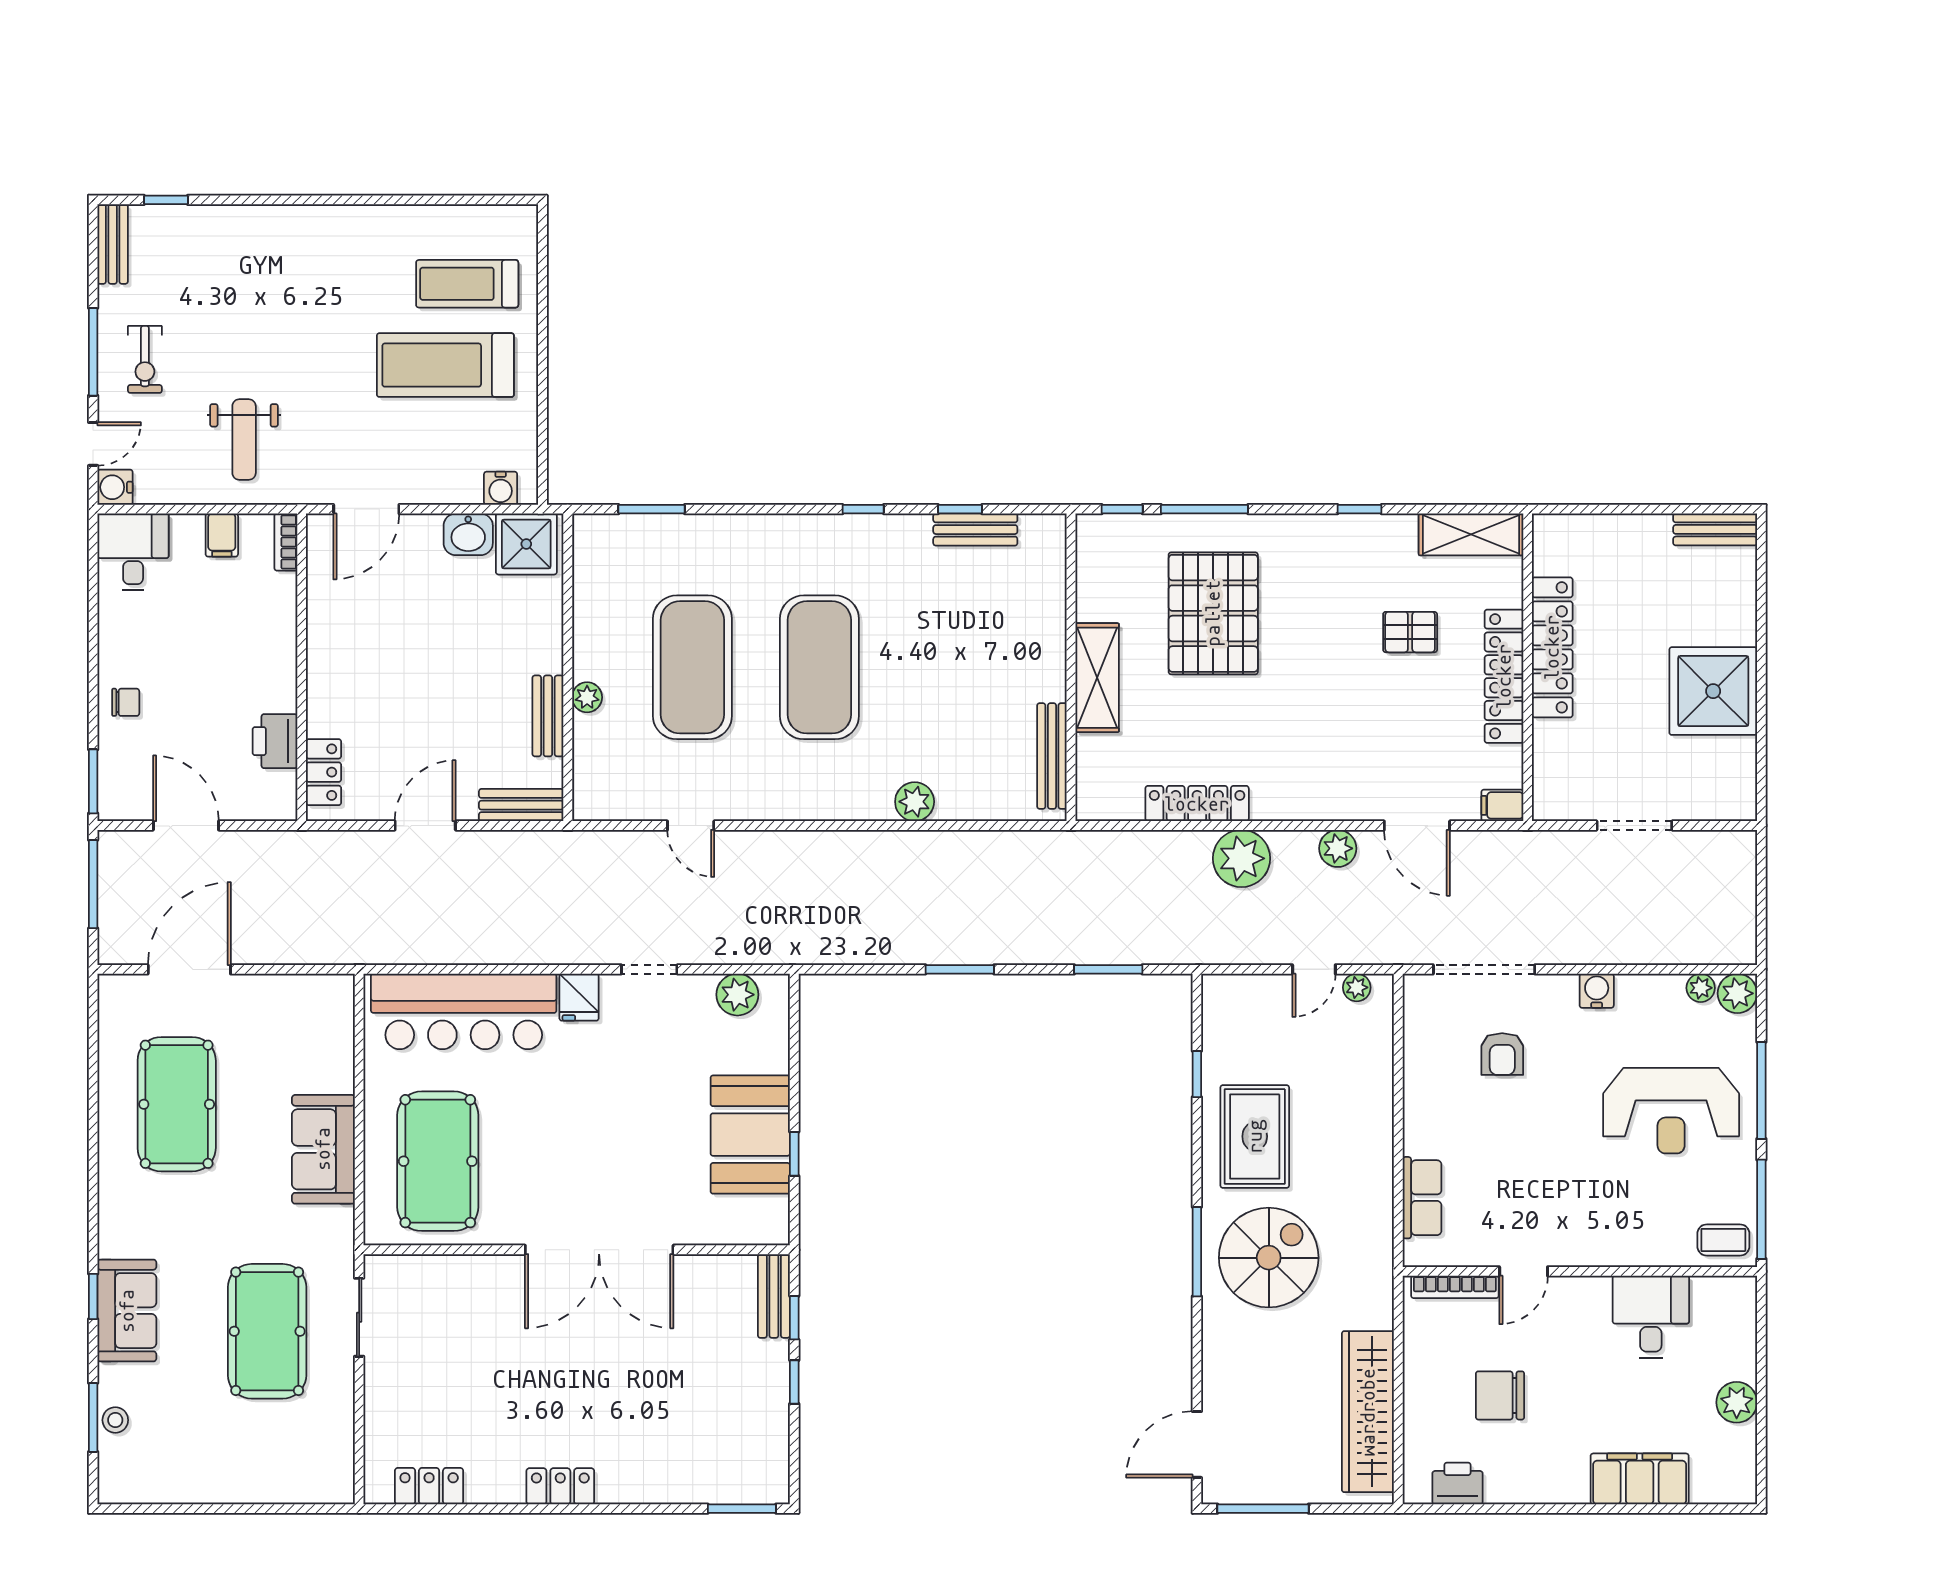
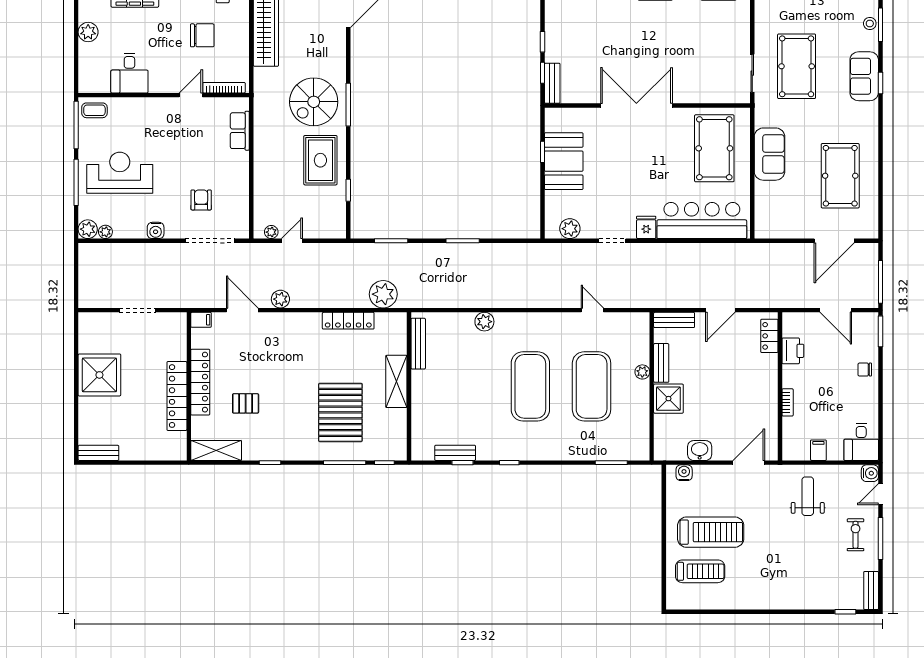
bookcase: (286, 542) -> (788, 402), moved
shower: (526, 544) -> (668, 399), moved
plant: (1241, 858) -> (383, 294), moved

